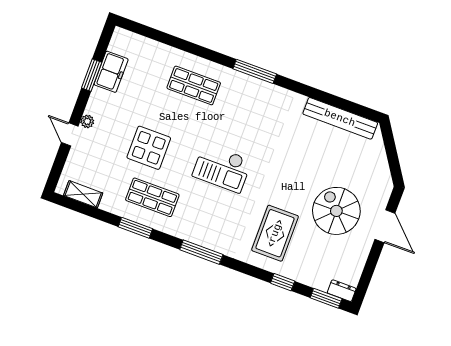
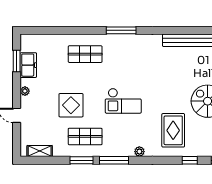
window: (92, 75) -> (17, 61), moved
plant: (87, 121) -> (25, 91), moved
plant: (218, 245) -> (139, 152), added
window: (201, 252) -> (114, 160), moved

